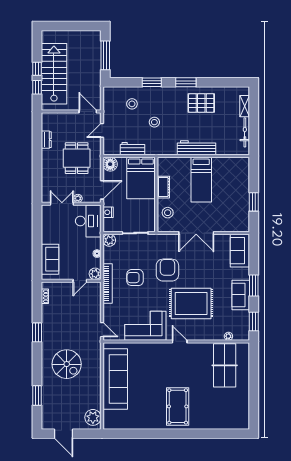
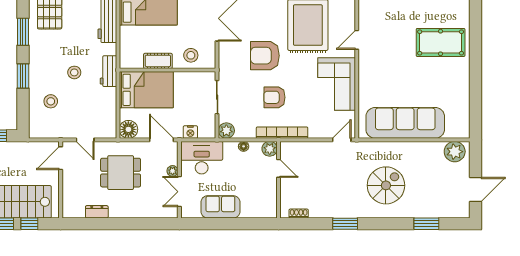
workbench: (132, 149) -> (108, 71), moved
sofa: (50, 259) -> (220, 207), moved
armchair: (135, 278) -> (274, 97), turned 90

